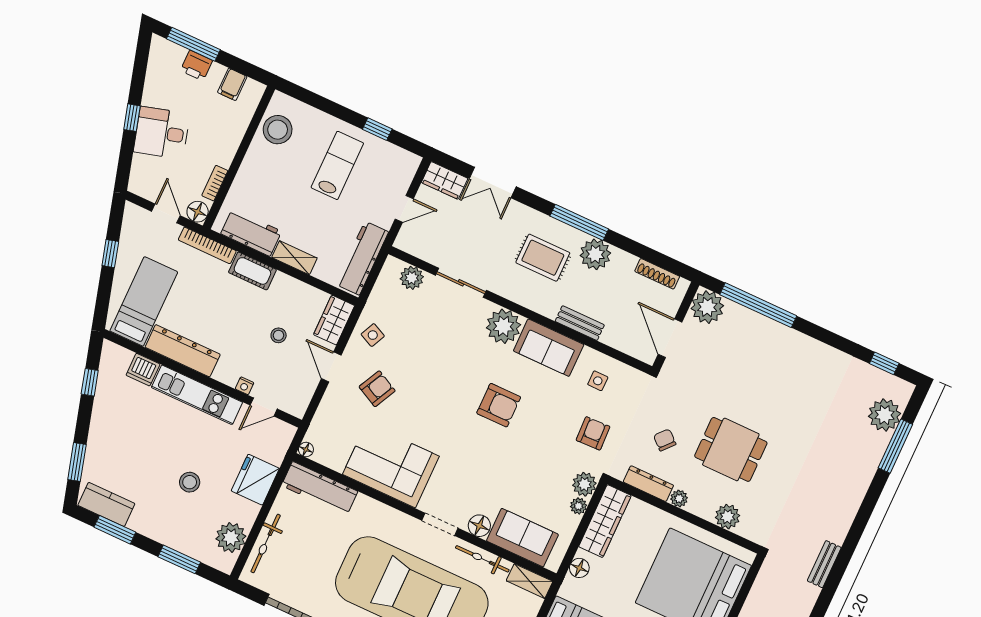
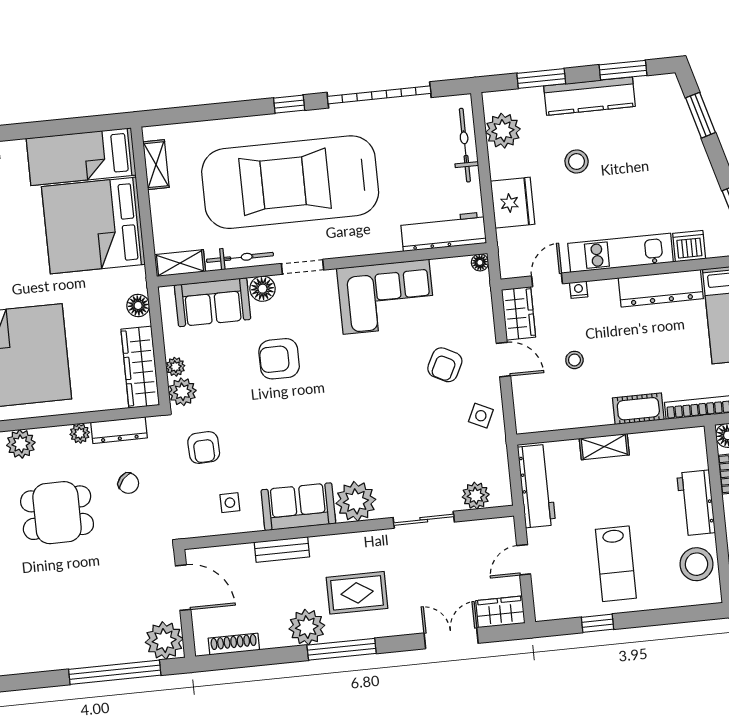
workbench: (251, 232) -> (696, 503), moved, turned 90
wardrobe: (334, 320) -> (519, 313), moved
armchair: (499, 405) -> (279, 359), moved
kitchen counter: (106, 504) -> (589, 96), moved, width x1.50

